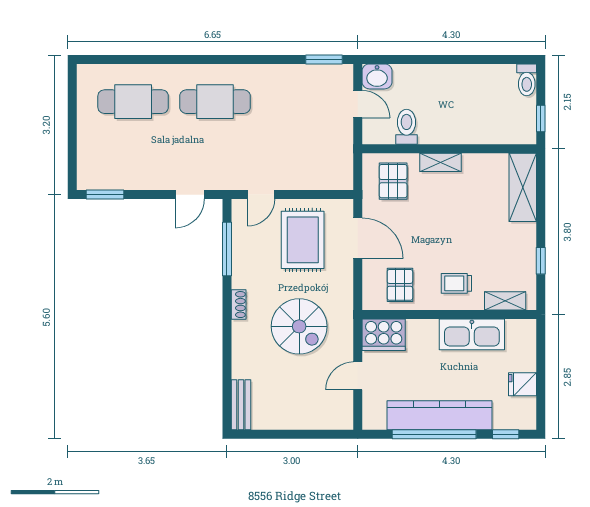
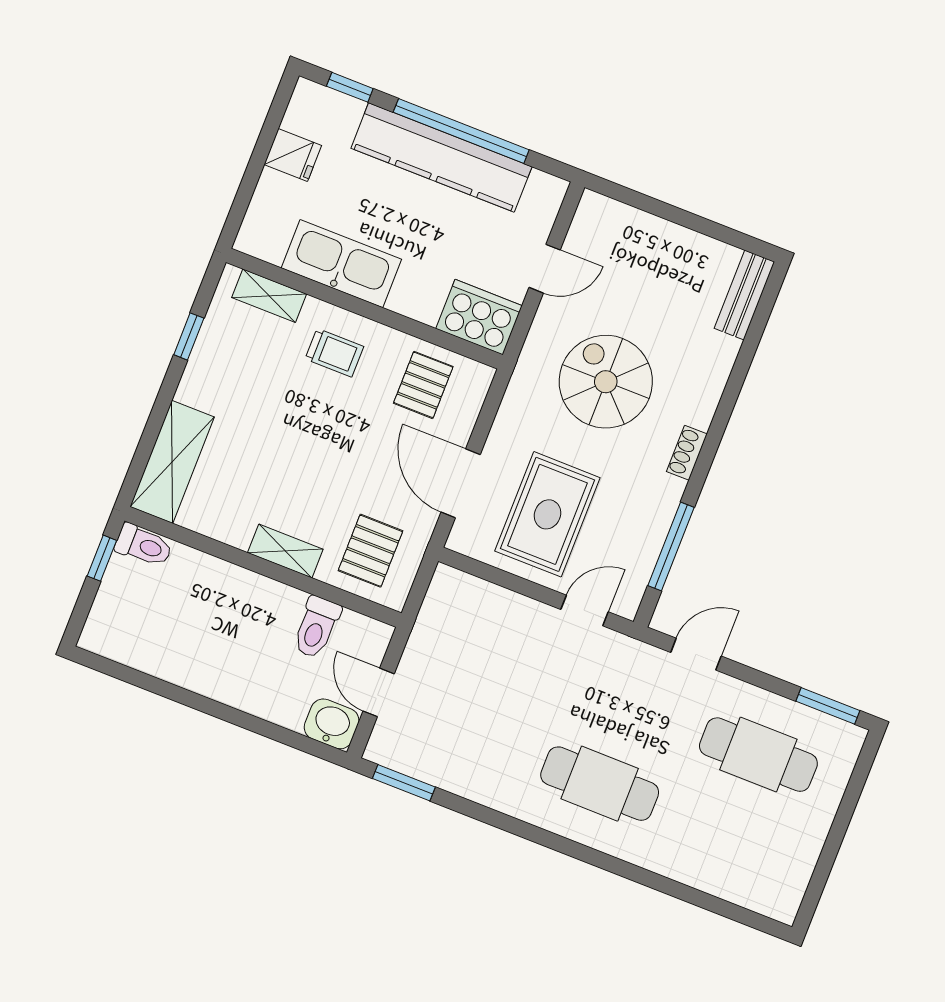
toilet: (527, 80) -> (144, 545), moved, turned 90
cafe table: (133, 102) -> (758, 755), moved

